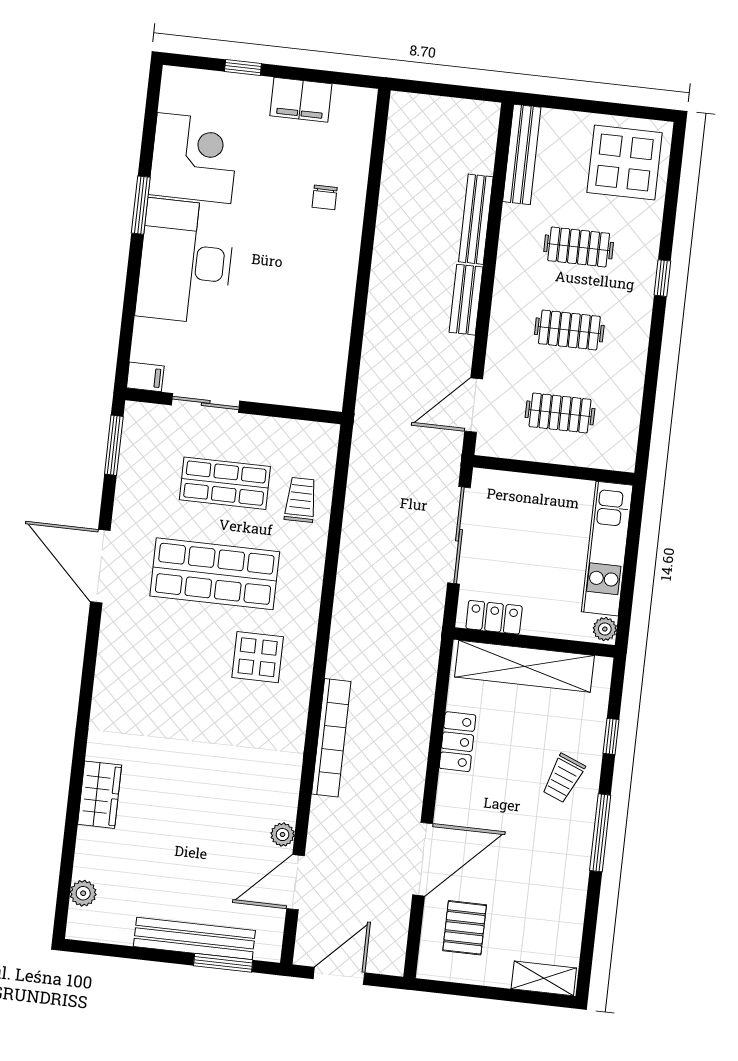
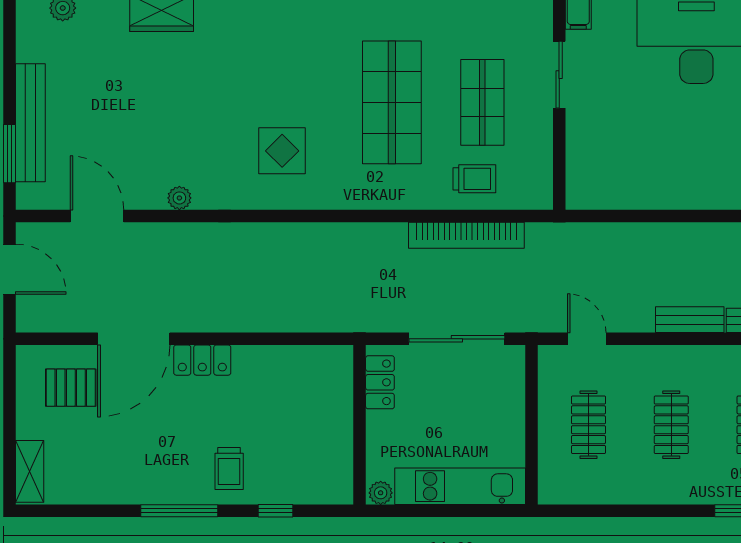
door: (474, 405) -> (587, 339), width x0.73
display table: (258, 657) -> (282, 151), moved
shelving: (525, 666) -> (335, 418), removed
bookcase: (331, 738) -> (466, 235), moved
locker: (458, 742) -> (202, 360), moved
trolley: (563, 778) -> (229, 468), turned -112
plant: (283, 835) -> (179, 198), moved
door: (423, 859) -> (134, 339), hinge flipped

